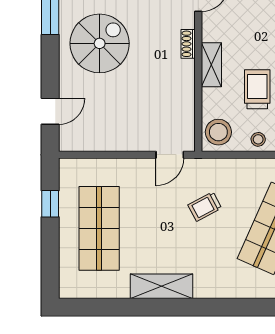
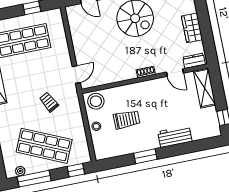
shelving: (211, 65) -> (136, 89), removed
door: (170, 155) -> (76, 74), swing flipped

